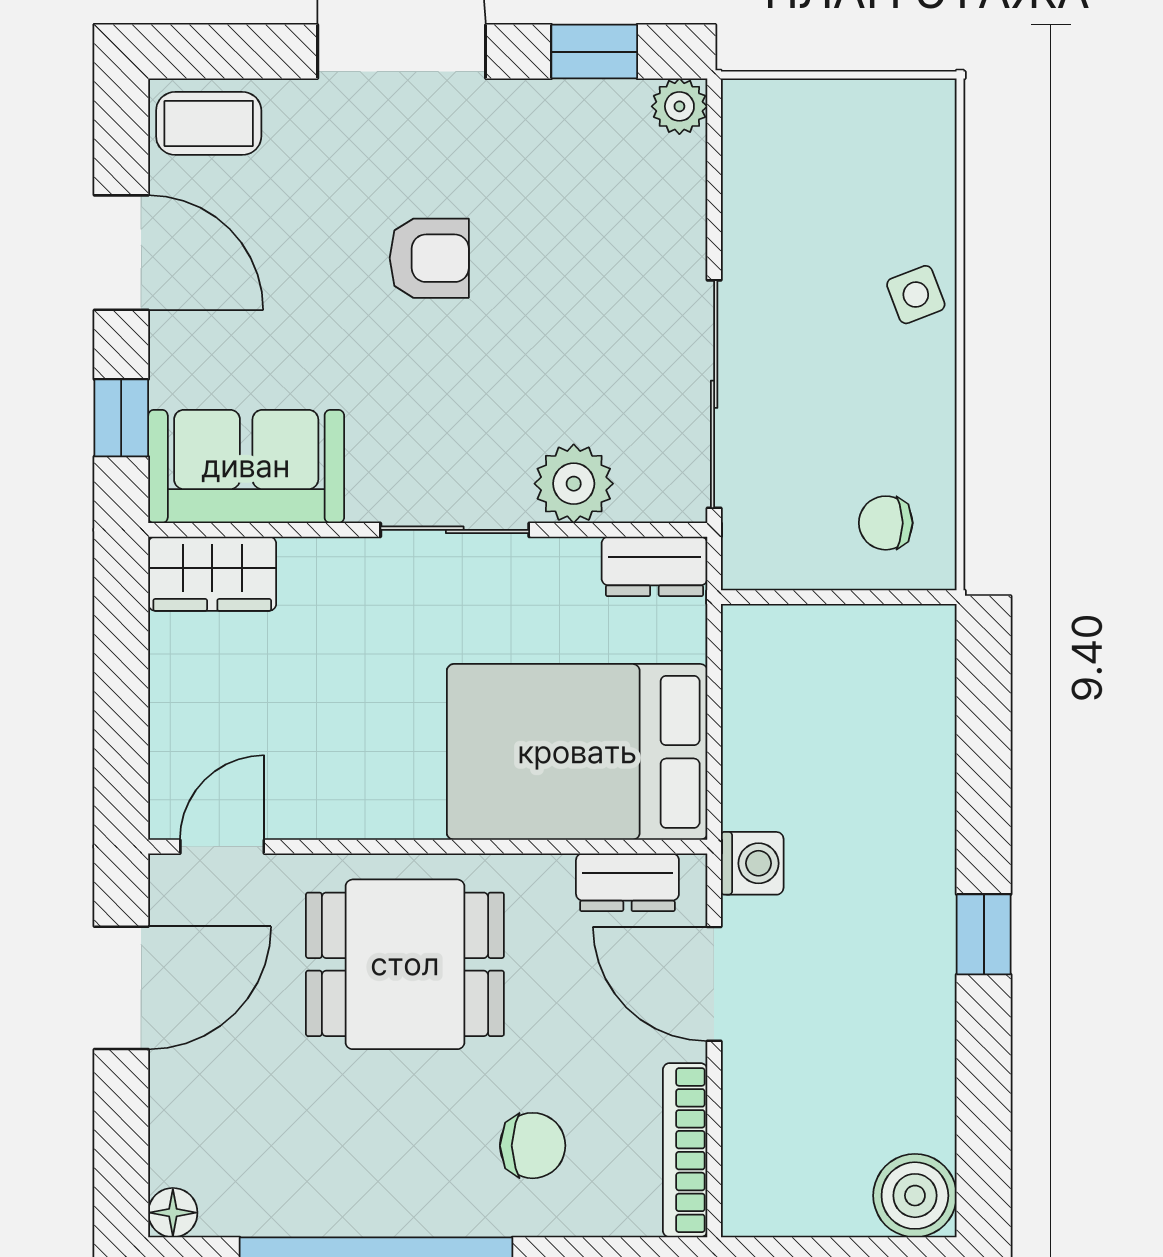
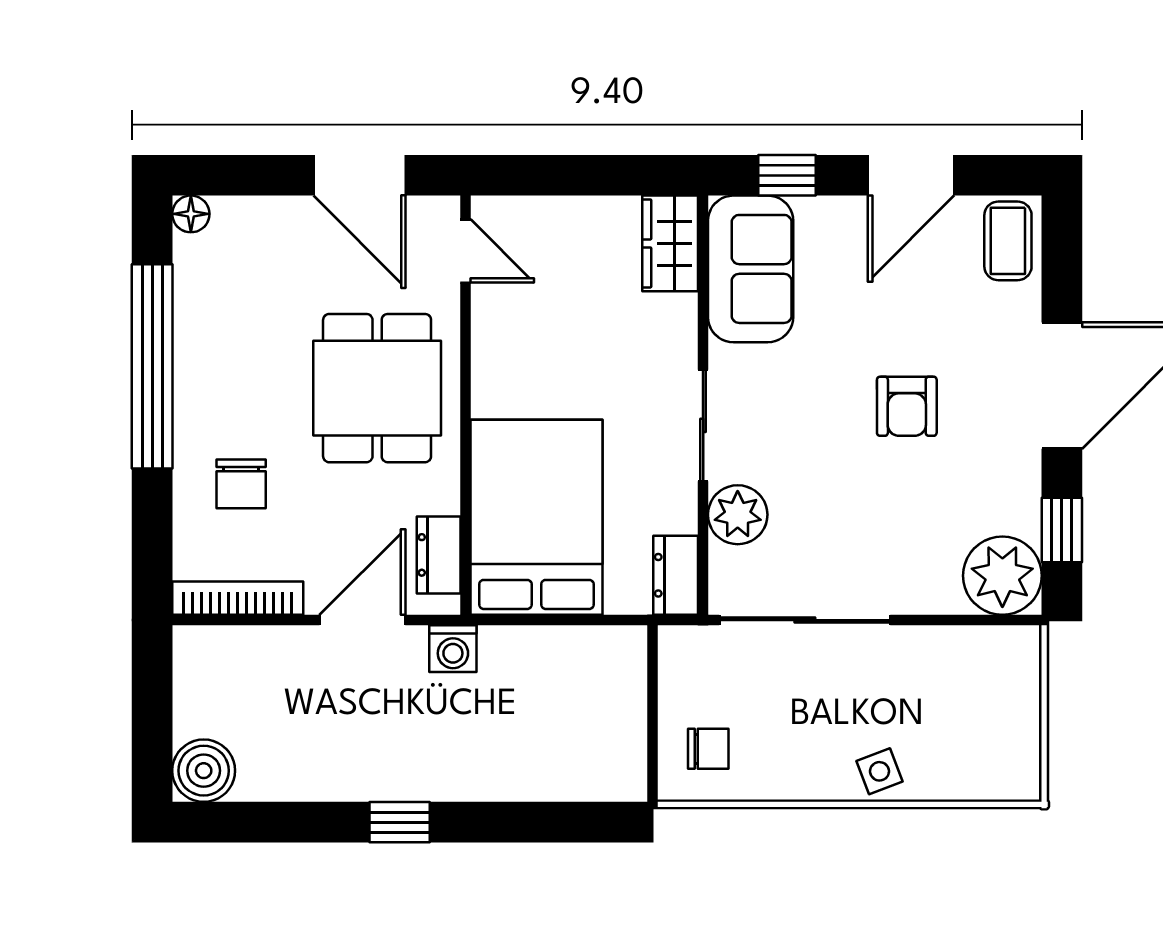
plant: (679, 106) -> (1002, 576), width x1.87, depth x1.87
chair: (886, 523) -> (708, 749), turned 90

